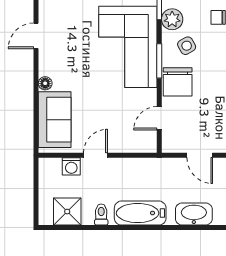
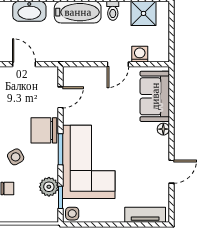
side table: (187, 46) -> (16, 157), moved
chair: (178, 82) -> (44, 130), turned -90

